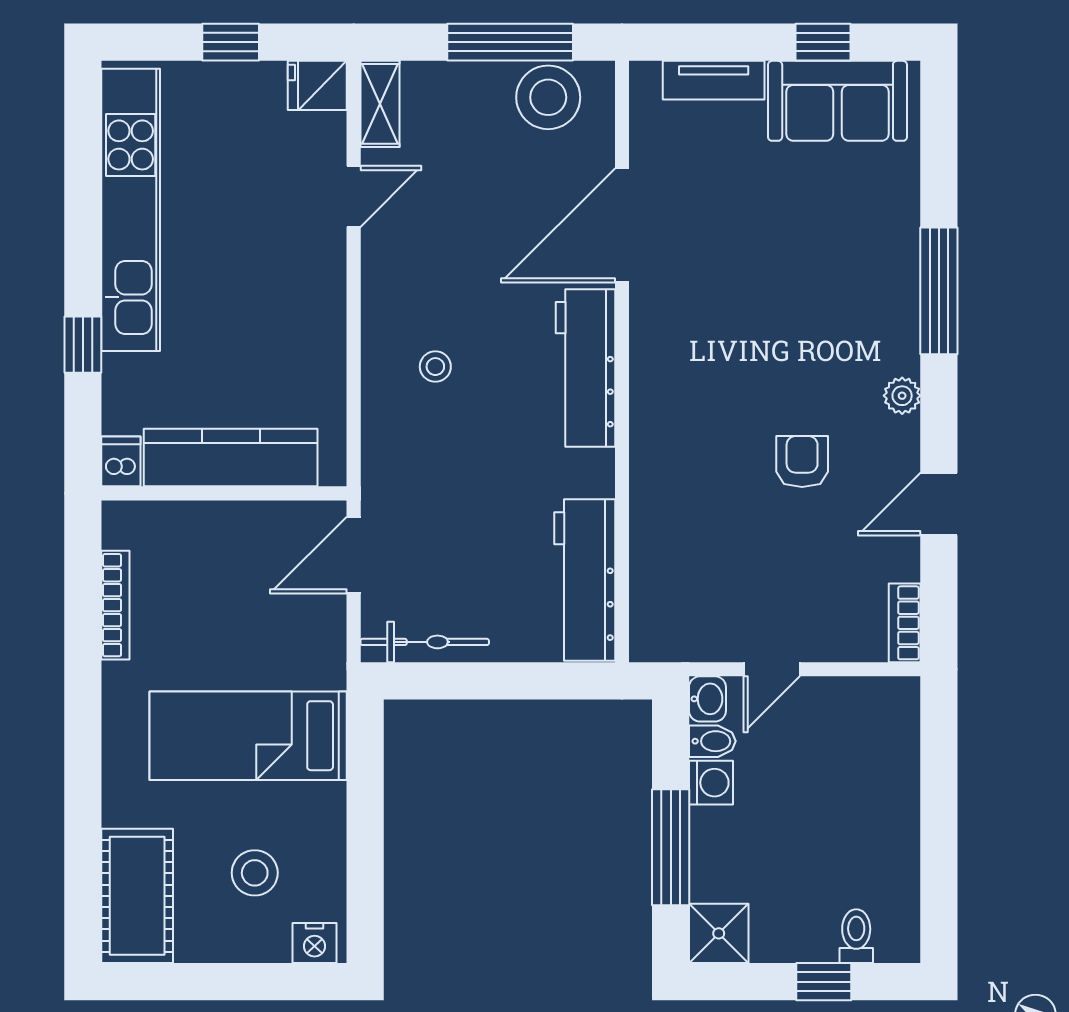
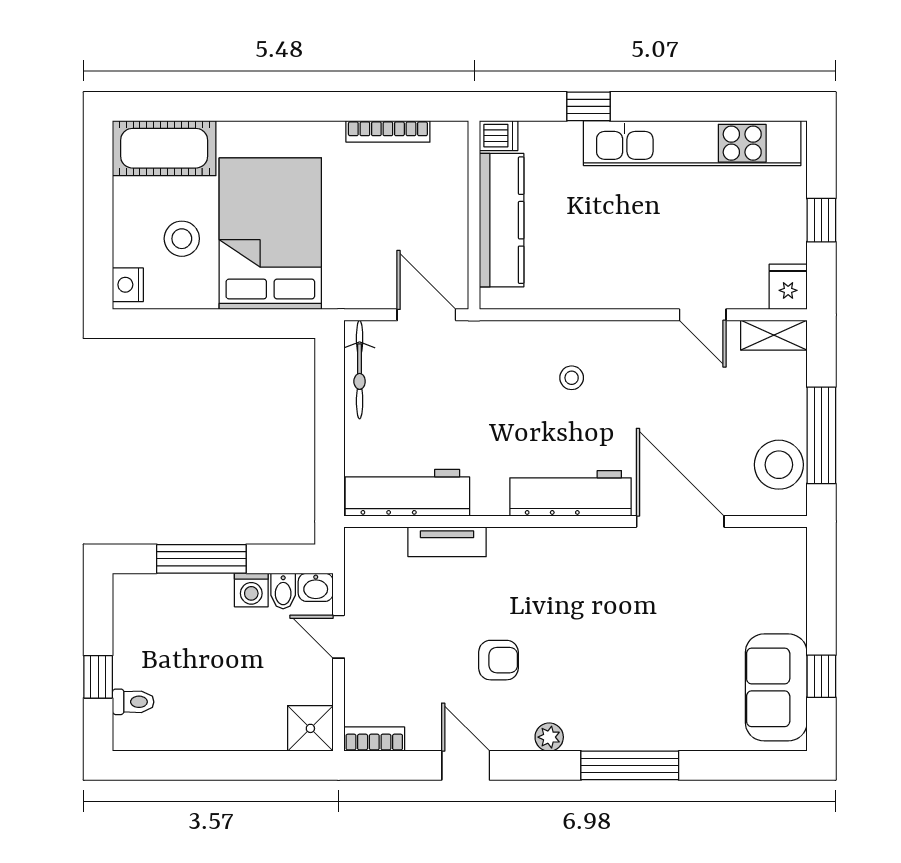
tv unit: (714, 80) -> (447, 542), moved, turned -90
bed: (248, 736) -> (270, 234), width x1.50
shower: (719, 933) -> (310, 728), moved

